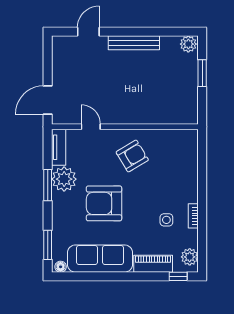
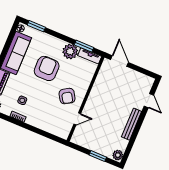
door: (91, 127) -> (77, 119), moved
window: (48, 185) -> (84, 46), moved

